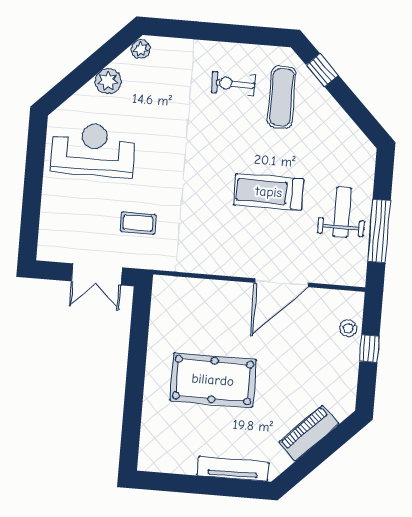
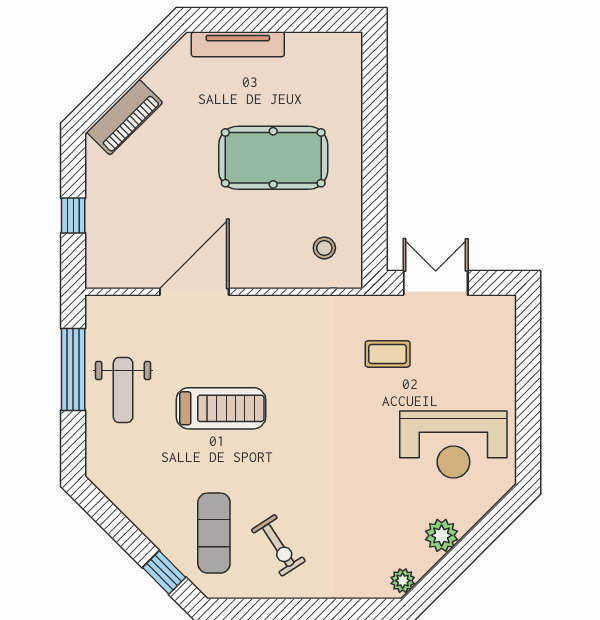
exercise bike: (233, 84) -> (278, 545), turned 57
stool: (348, 328) -> (324, 248), moved
piano: (309, 433) -> (125, 117), moved

